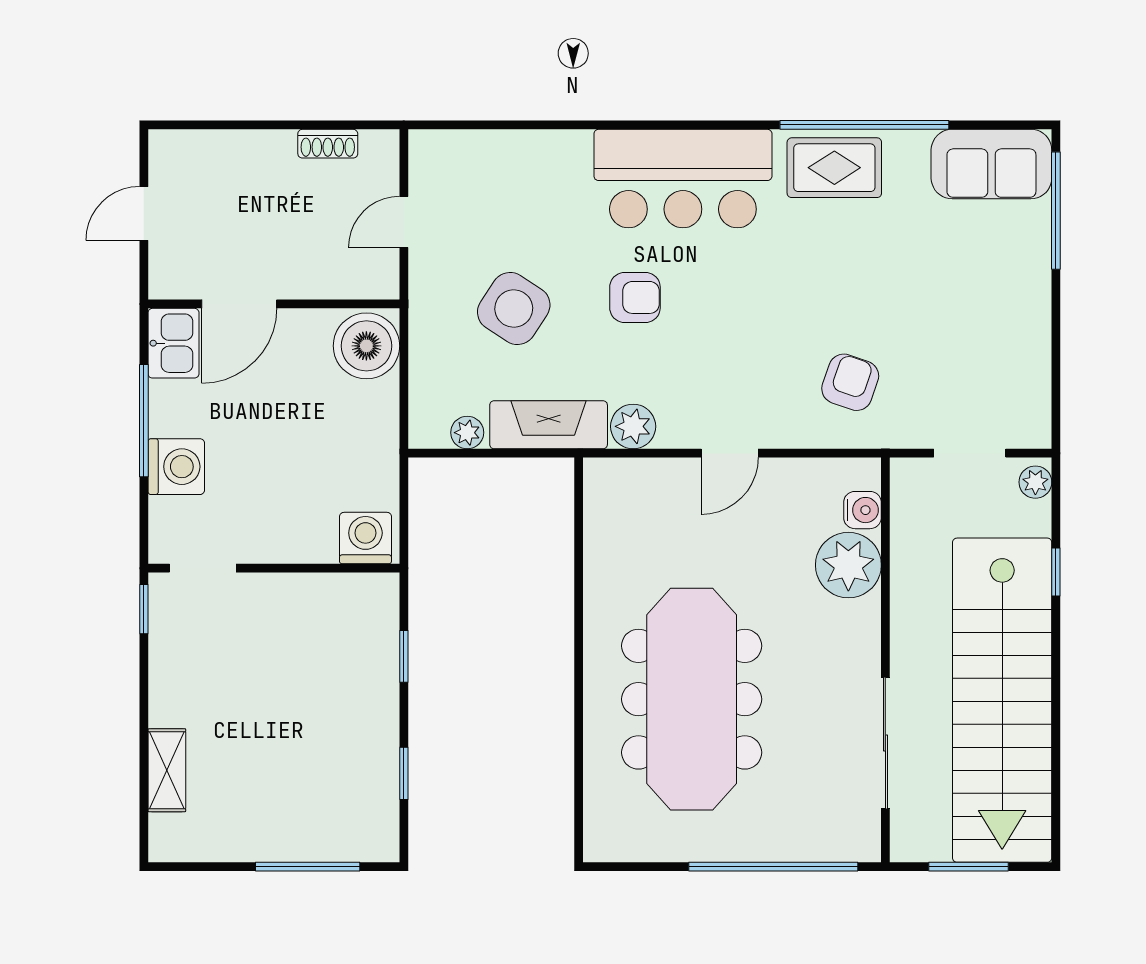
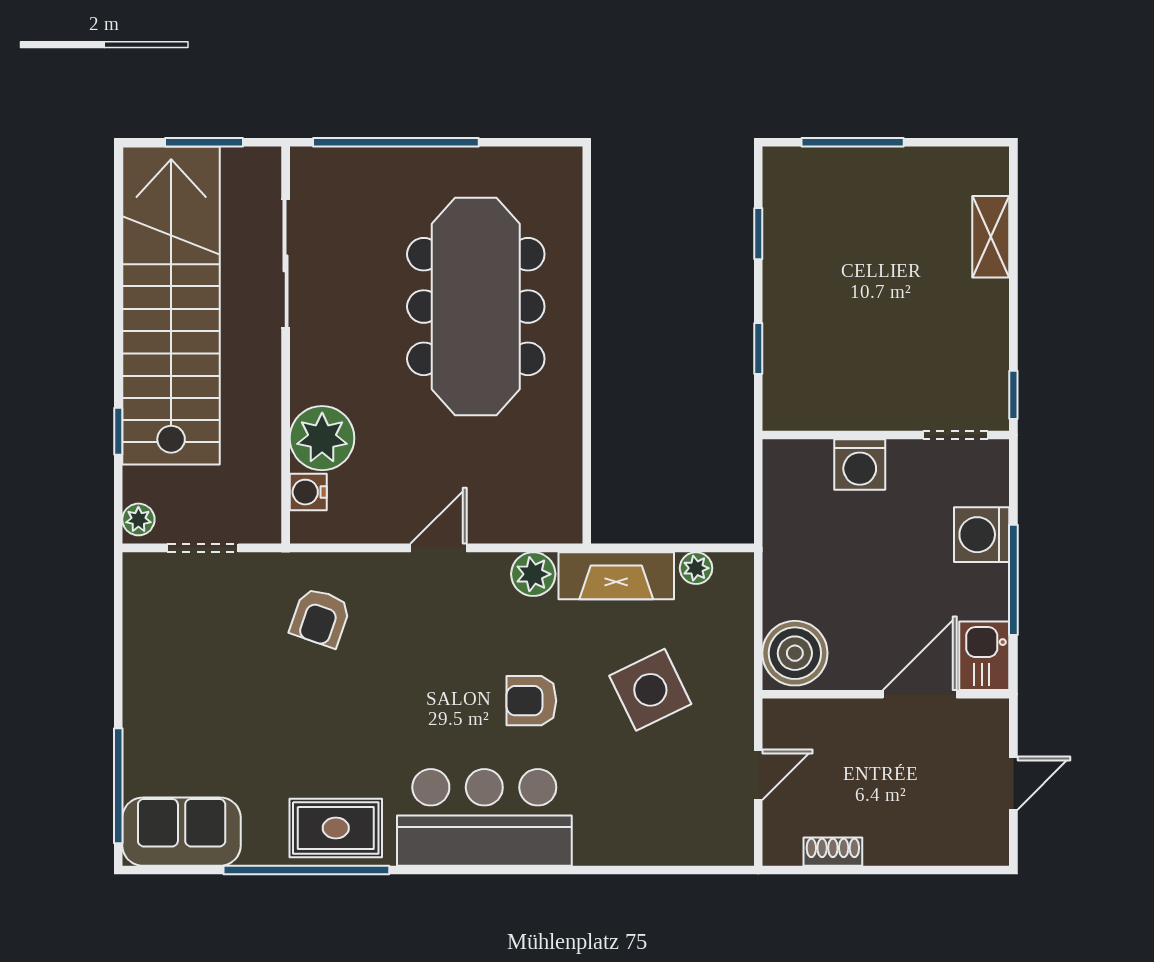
side table: (514, 308) -> (650, 690), turned 31
washing machine: (365, 538) -> (860, 465), moved

